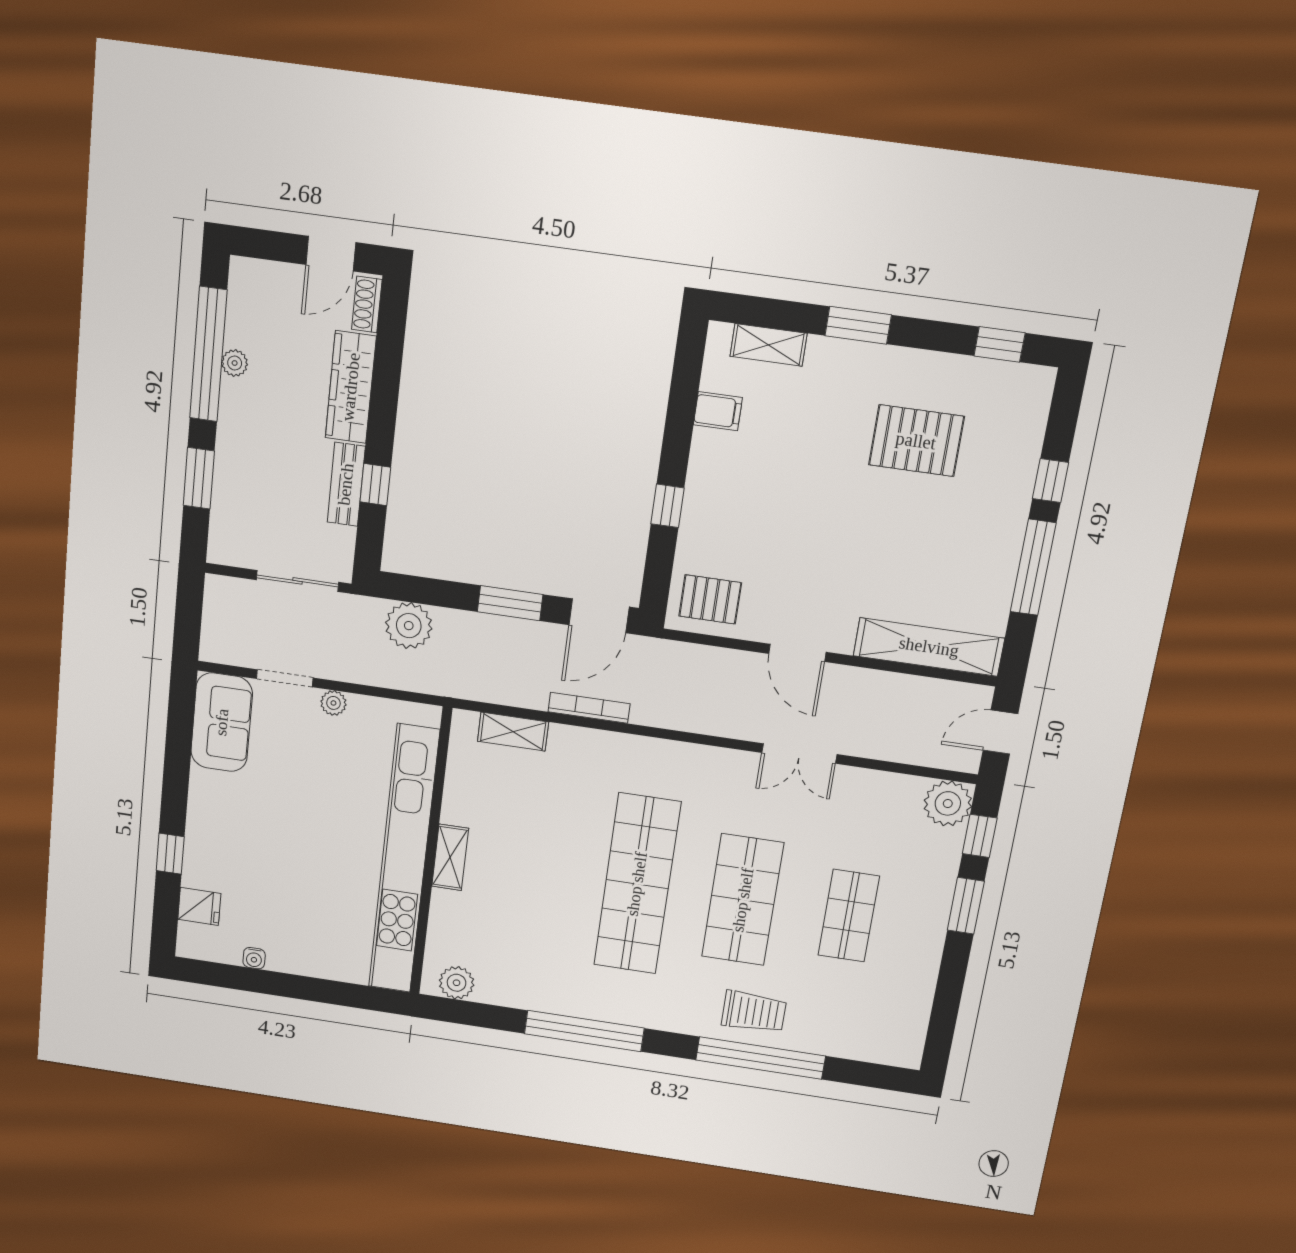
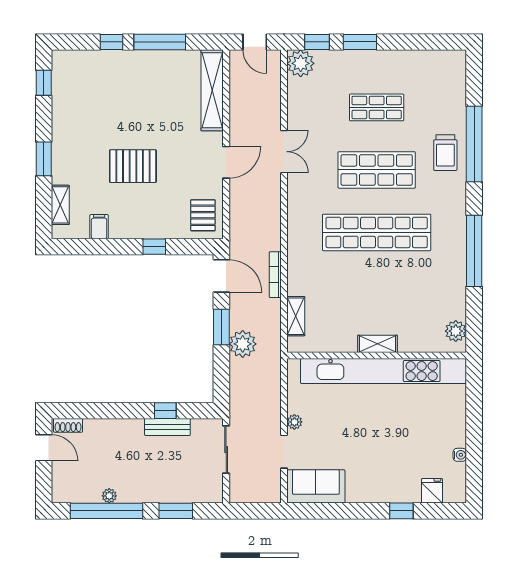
wardrobe: (351, 387) -> (114, 430), removed
pallet: (916, 441) -> (133, 166), moved, turned 90
plant: (409, 626) -> (243, 344), moved
trolley: (754, 1012) -> (445, 153), turned 180

